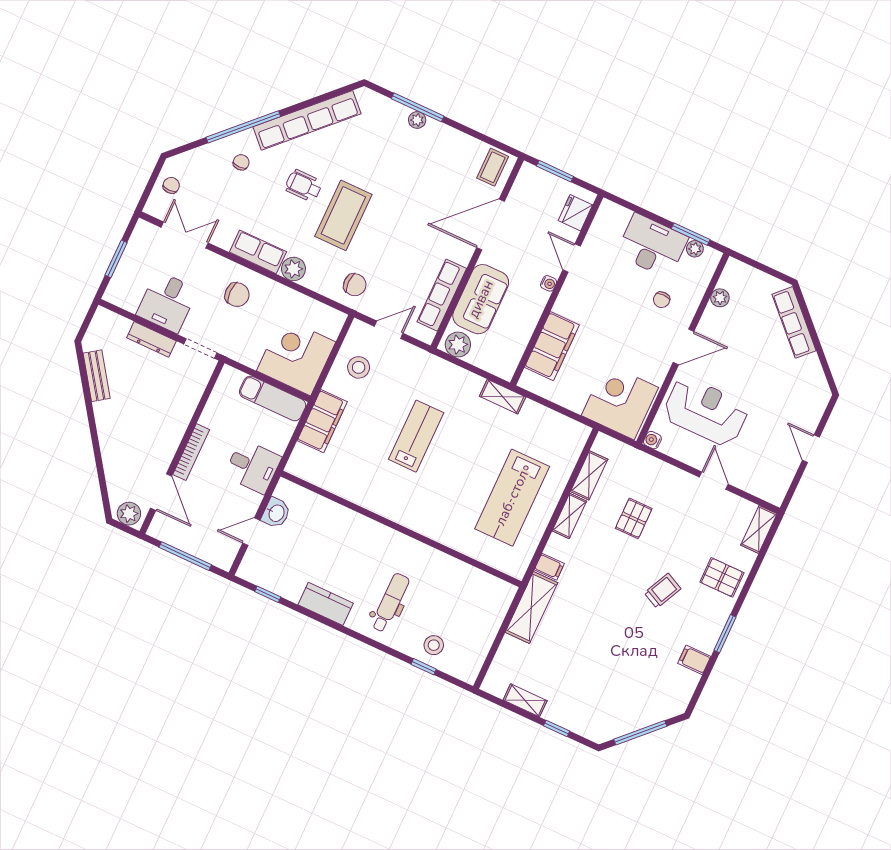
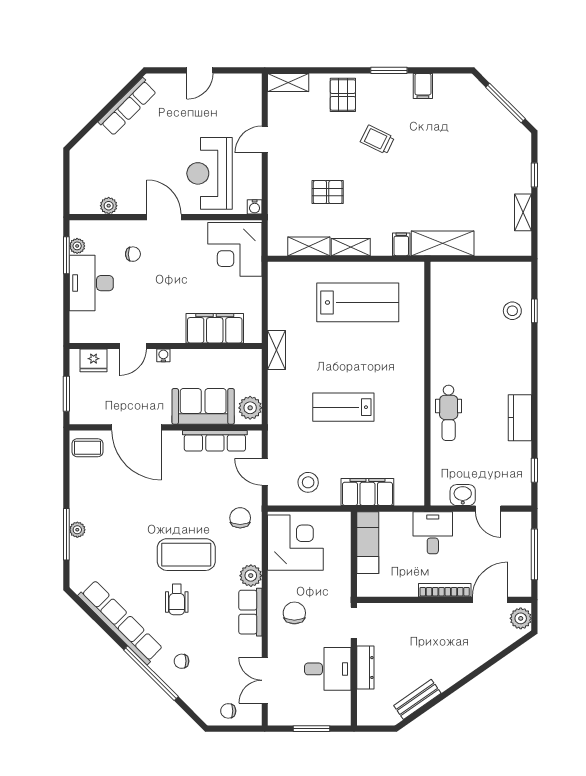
row of seats: (794, 322) -> (127, 107), moved
corner desk: (296, 356) -> (295, 543), moved, turned 180
dental chair: (390, 603) -> (449, 413), moved, turned -90

